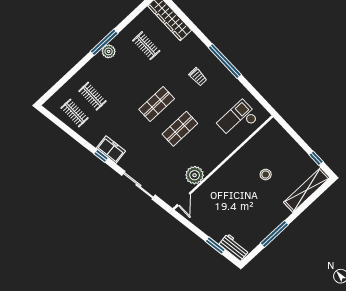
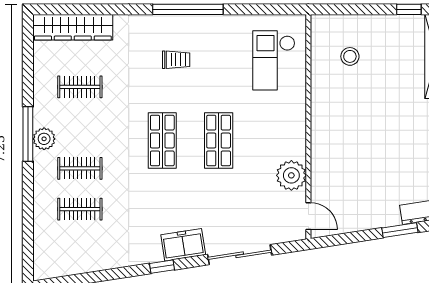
clothes rail: (75, 113) -> (80, 168), moved
freezer: (111, 150) -> (183, 245), moved
stool: (266, 174) -> (350, 56), moved

